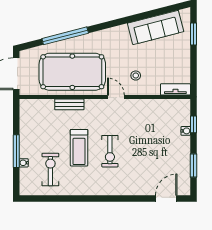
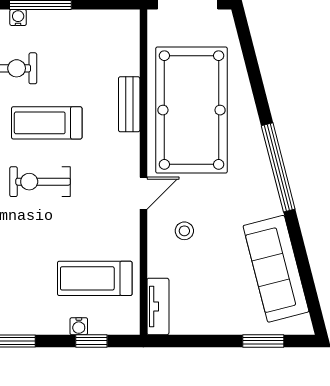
window: (65, 36) -> (278, 167), moved
treadmill: (161, 123) -> (95, 278), added

